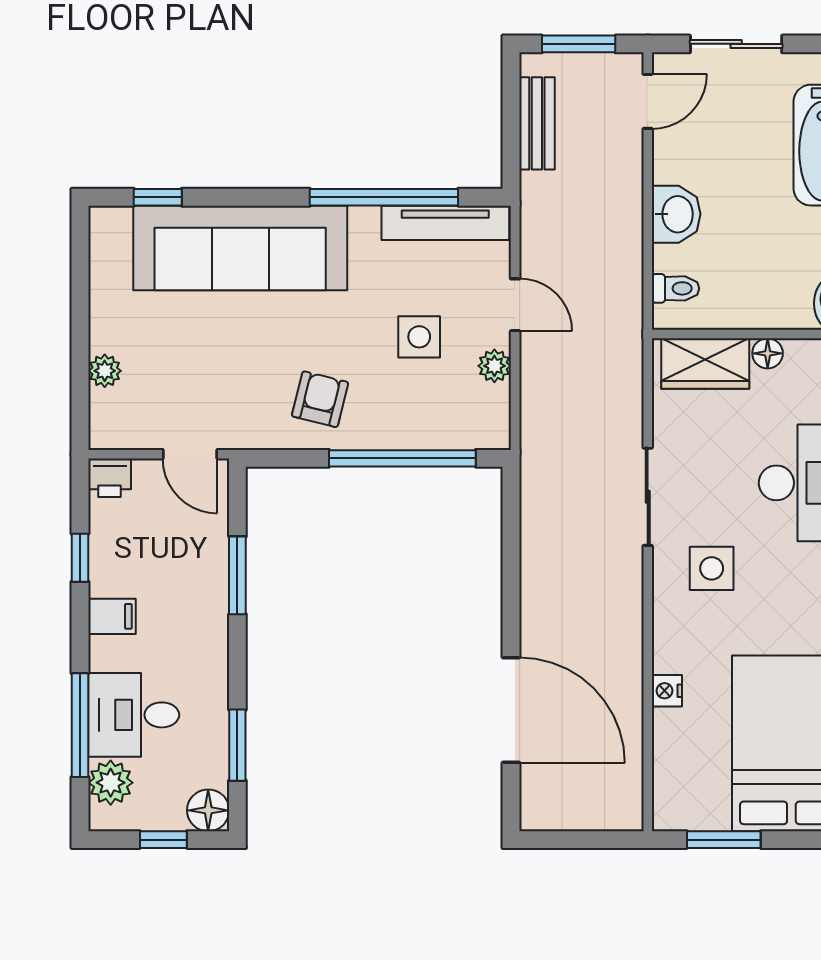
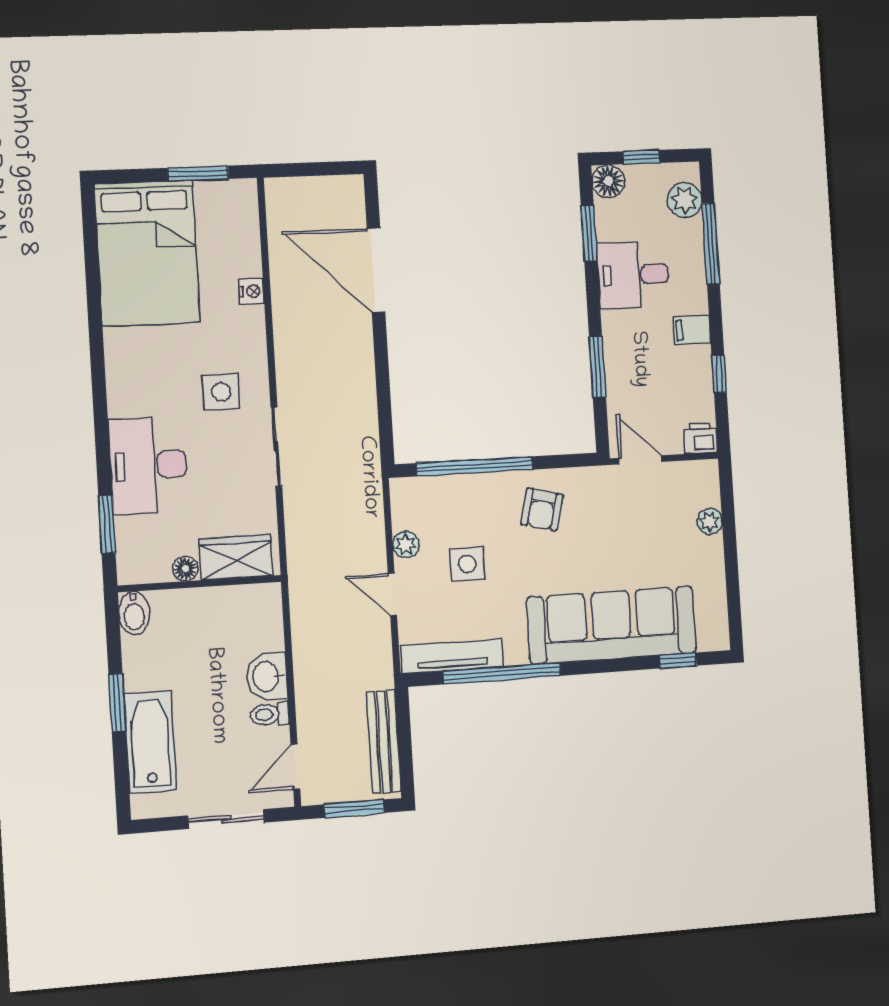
bench: (537, 123) -> (384, 742), width x1.36
toilet: (675, 288) -> (270, 714), moved
desk: (134, 715) -> (633, 275), moved, turned 180

